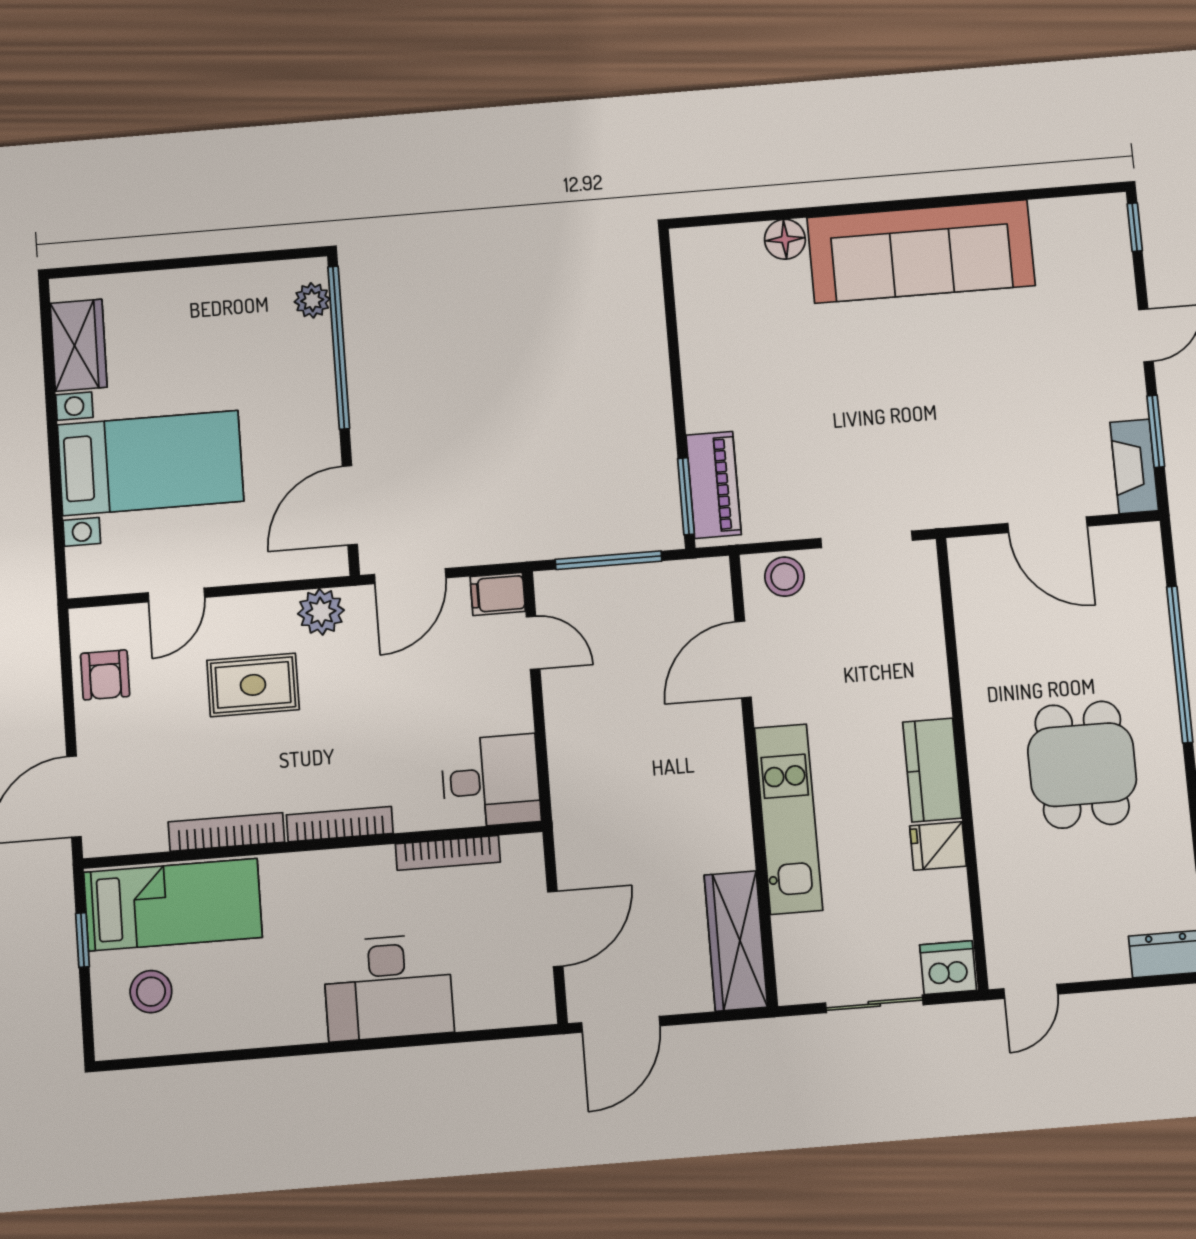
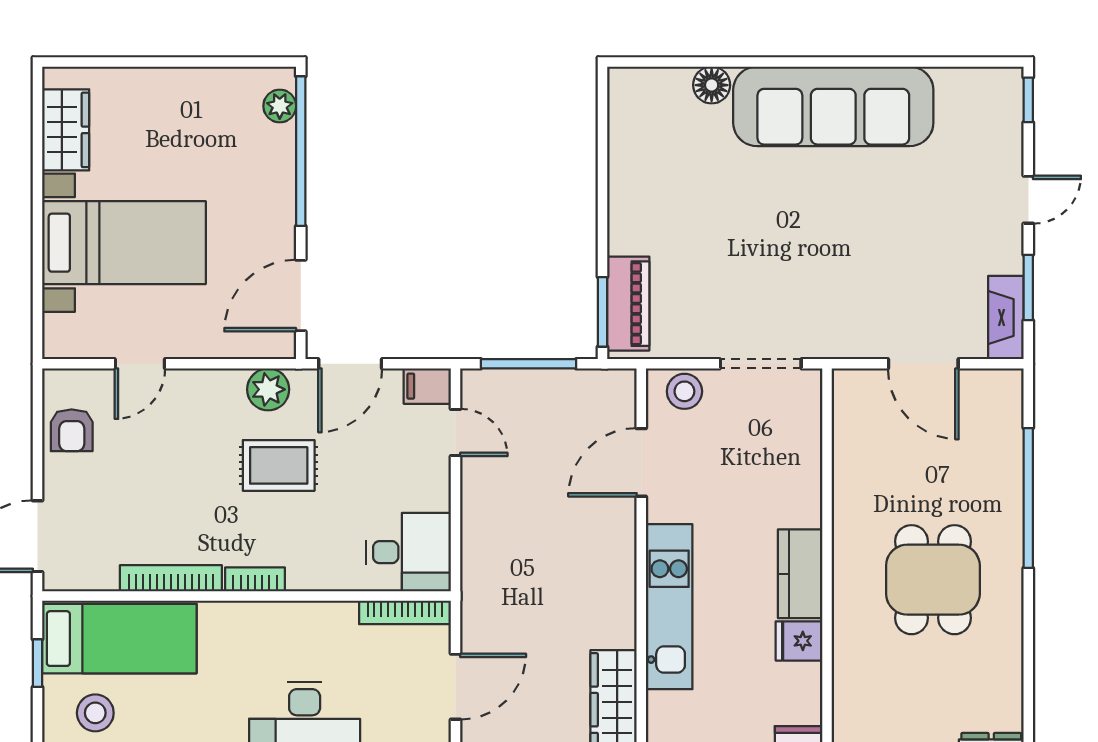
rug: (253, 685) -> (279, 465), moved
bookcase: (340, 824) -> (255, 579), width x0.64
bookcase: (448, 853) -> (405, 612), moved

